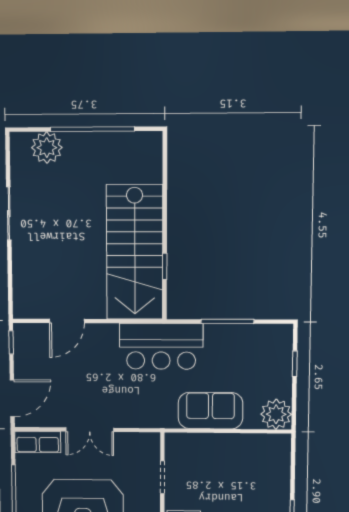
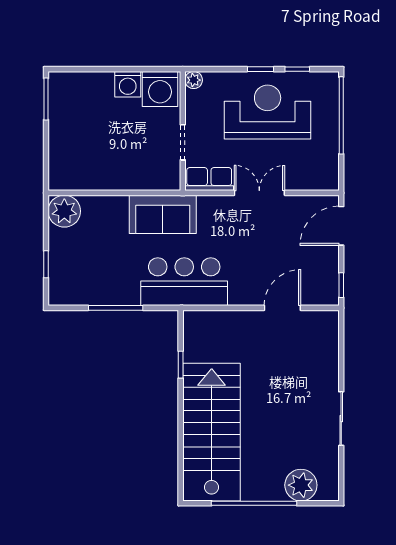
stairs: (135, 252) -> (212, 432), moved
sofa: (210, 411) -> (163, 214), moved
row of seats: (38, 442) -> (209, 179), moved

